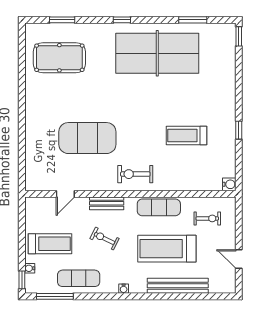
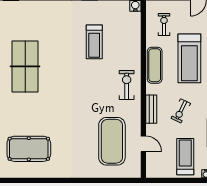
table tennis table: (157, 53) -> (25, 66), width x0.73, depth x0.76
pool table: (59, 58) -> (29, 149), turned 90
exercise mat: (87, 138) -> (112, 141), moved
exercise bike: (135, 174) -> (127, 85), turned 180

